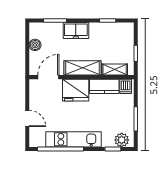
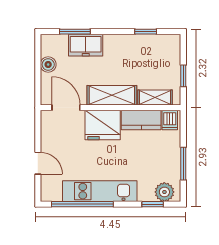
freezer: (76, 30) -> (86, 45), moved
door: (48, 77) -> (66, 108), hinge flipped

